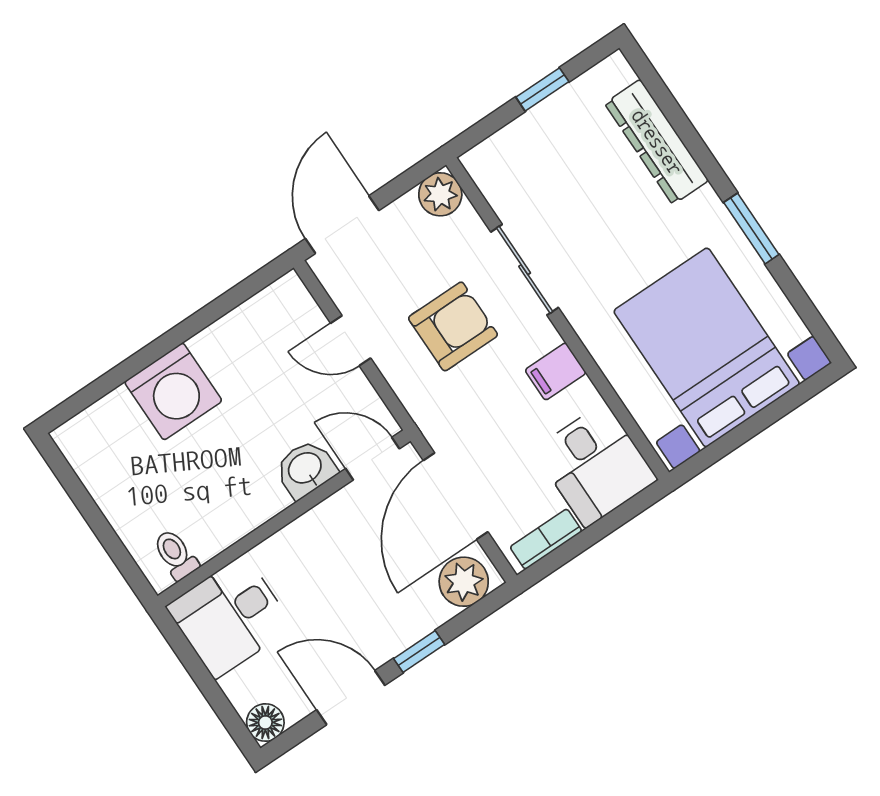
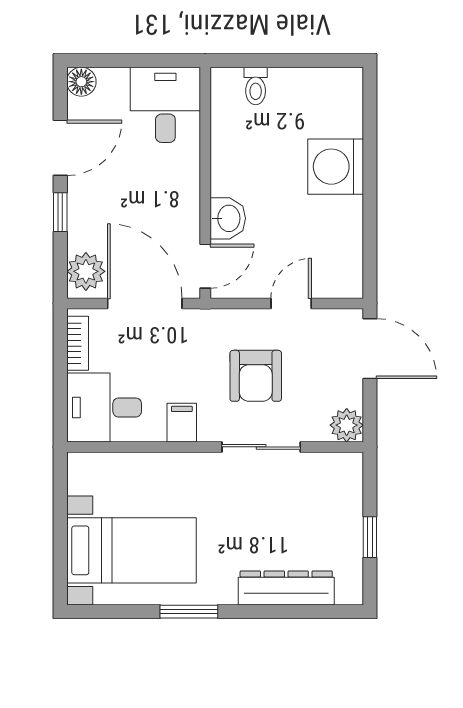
bed with nightstands: (707, 348) -> (131, 550), width x0.73
toilet: (176, 555) -> (256, 86), moved, turned 90

